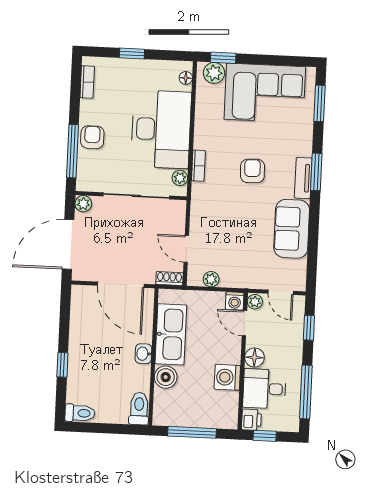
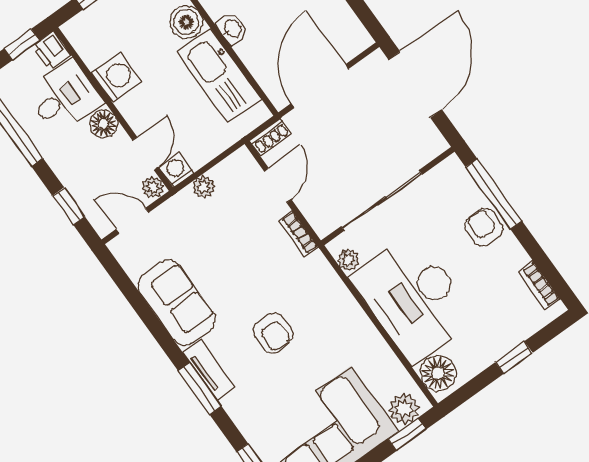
floor lamp: (186, 78) -> (438, 373), width x1.89, depth x1.89
armchair: (92, 137) -> (484, 227), turned 180
bookcase: (198, 166) -> (298, 234), moved
plant: (83, 204) -> (435, 144), removed
door: (186, 249) -> (278, 185), hinge flipped
plant: (211, 279) -> (204, 187), moved
door: (121, 285) -> (320, 86), hinge flipped
door: (244, 323) -> (145, 154), hinge flipped

